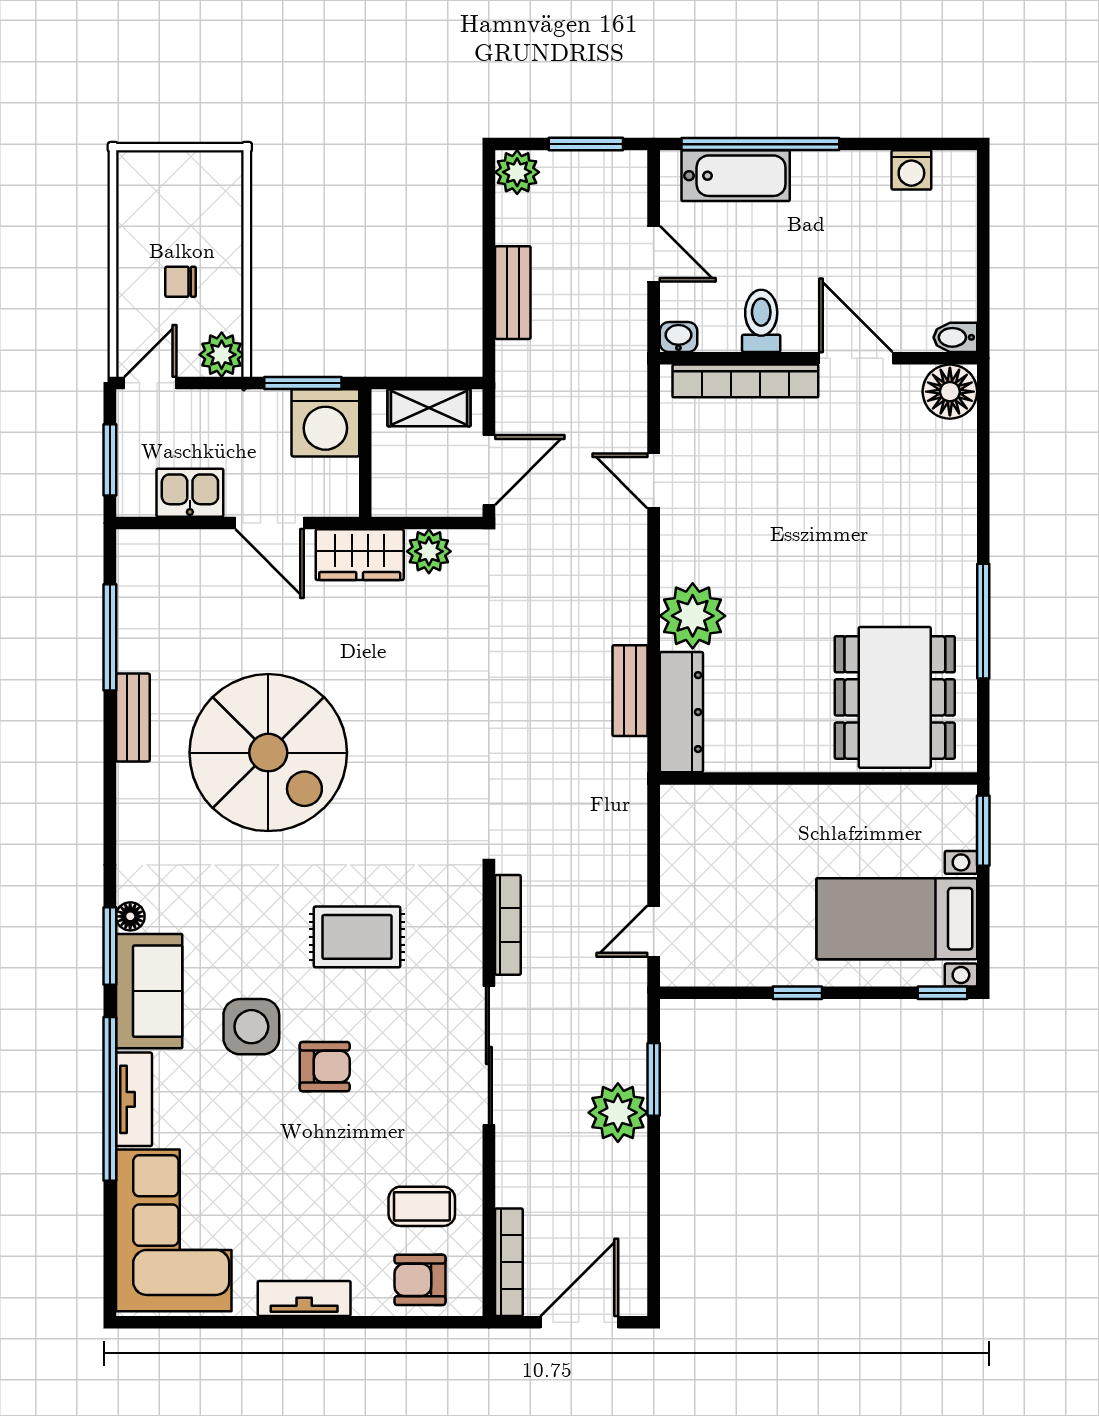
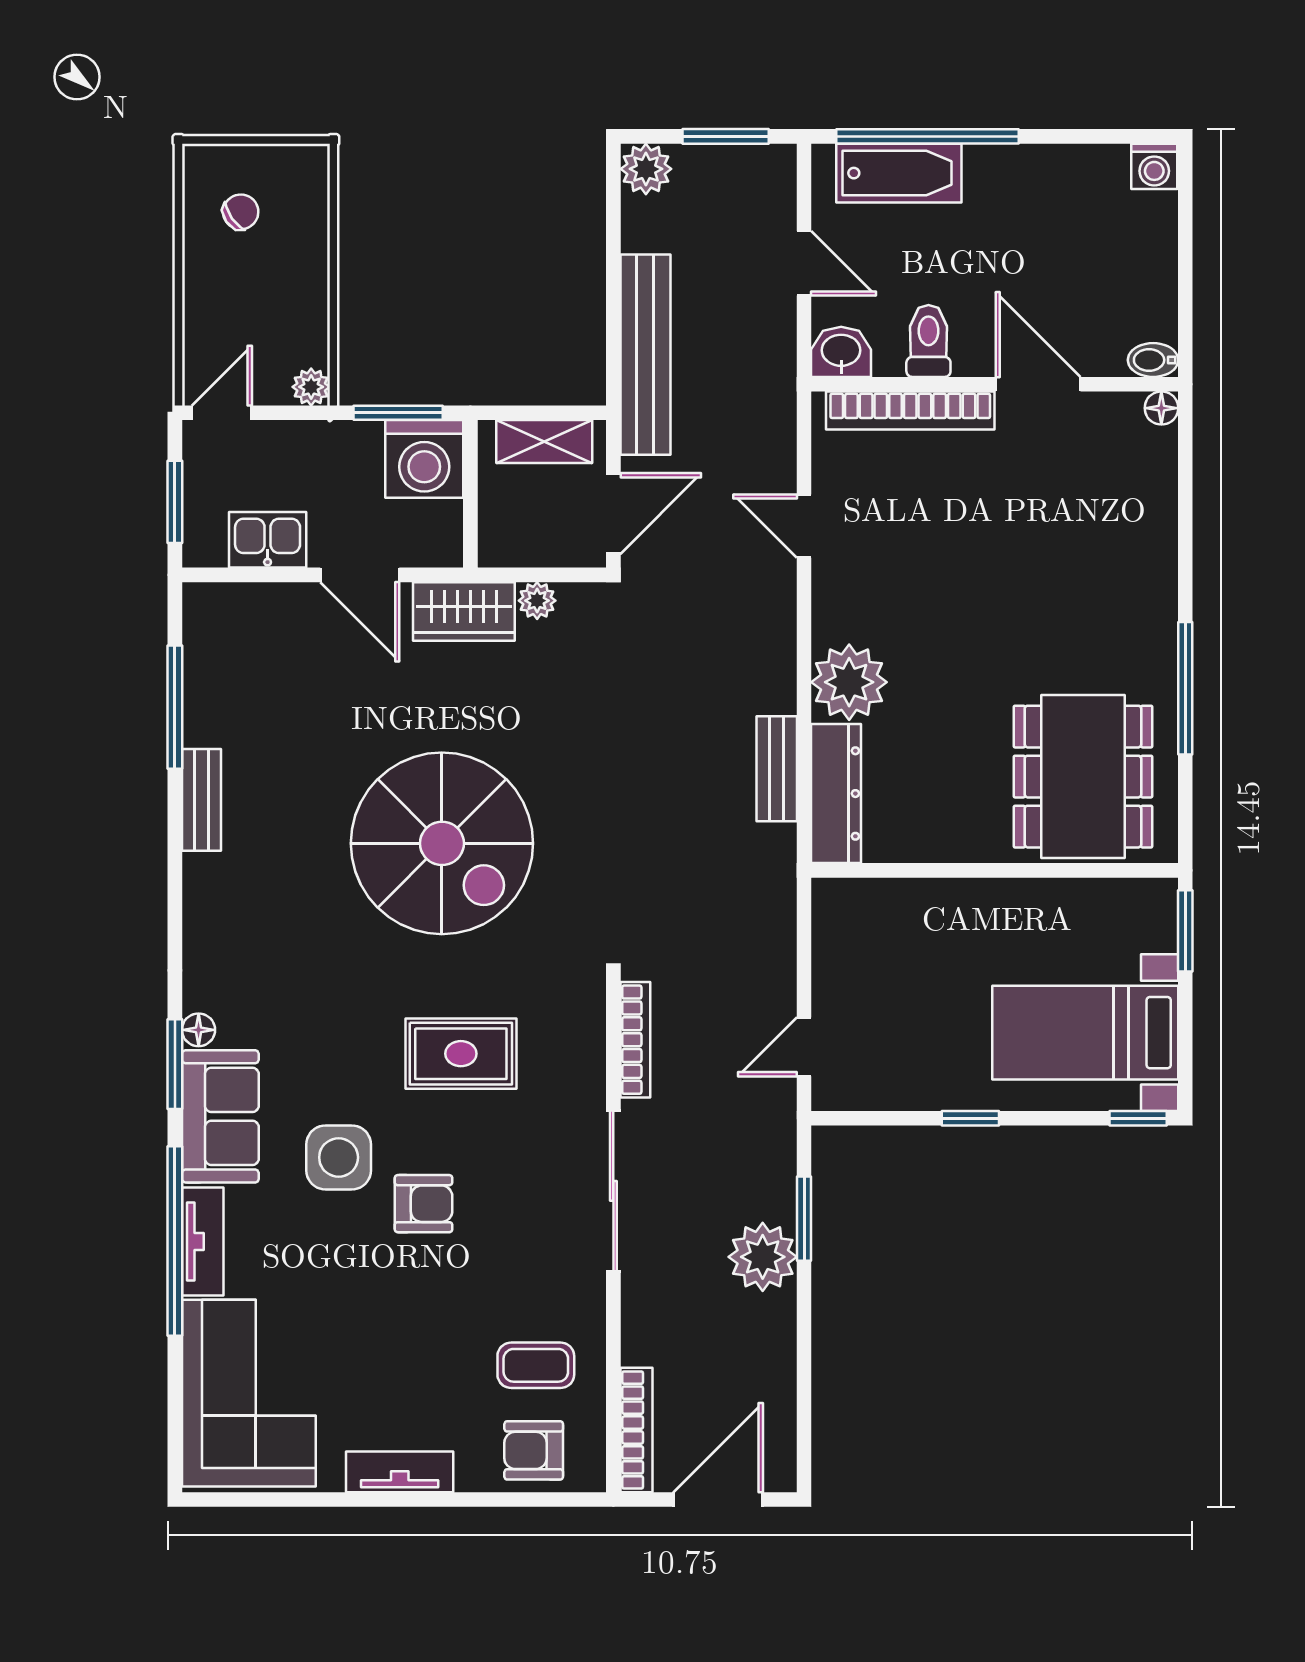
washing machine: (911, 170) -> (1154, 166), moved
chair: (181, 282) -> (241, 212), moved, turned 145
bench: (513, 293) -> (645, 355), width x1.86, depth x1.21
washbasin: (678, 337) -> (841, 352), width x1.38, depth x1.45
plant: (222, 355) -> (311, 387), width x0.73, depth x0.73
floor lamp: (950, 392) -> (1161, 408), width x0.53, depth x0.53
plant: (429, 551) -> (537, 601), width x0.73, depth x0.73
spiral stairs: (268, 753) -> (442, 843), moved

